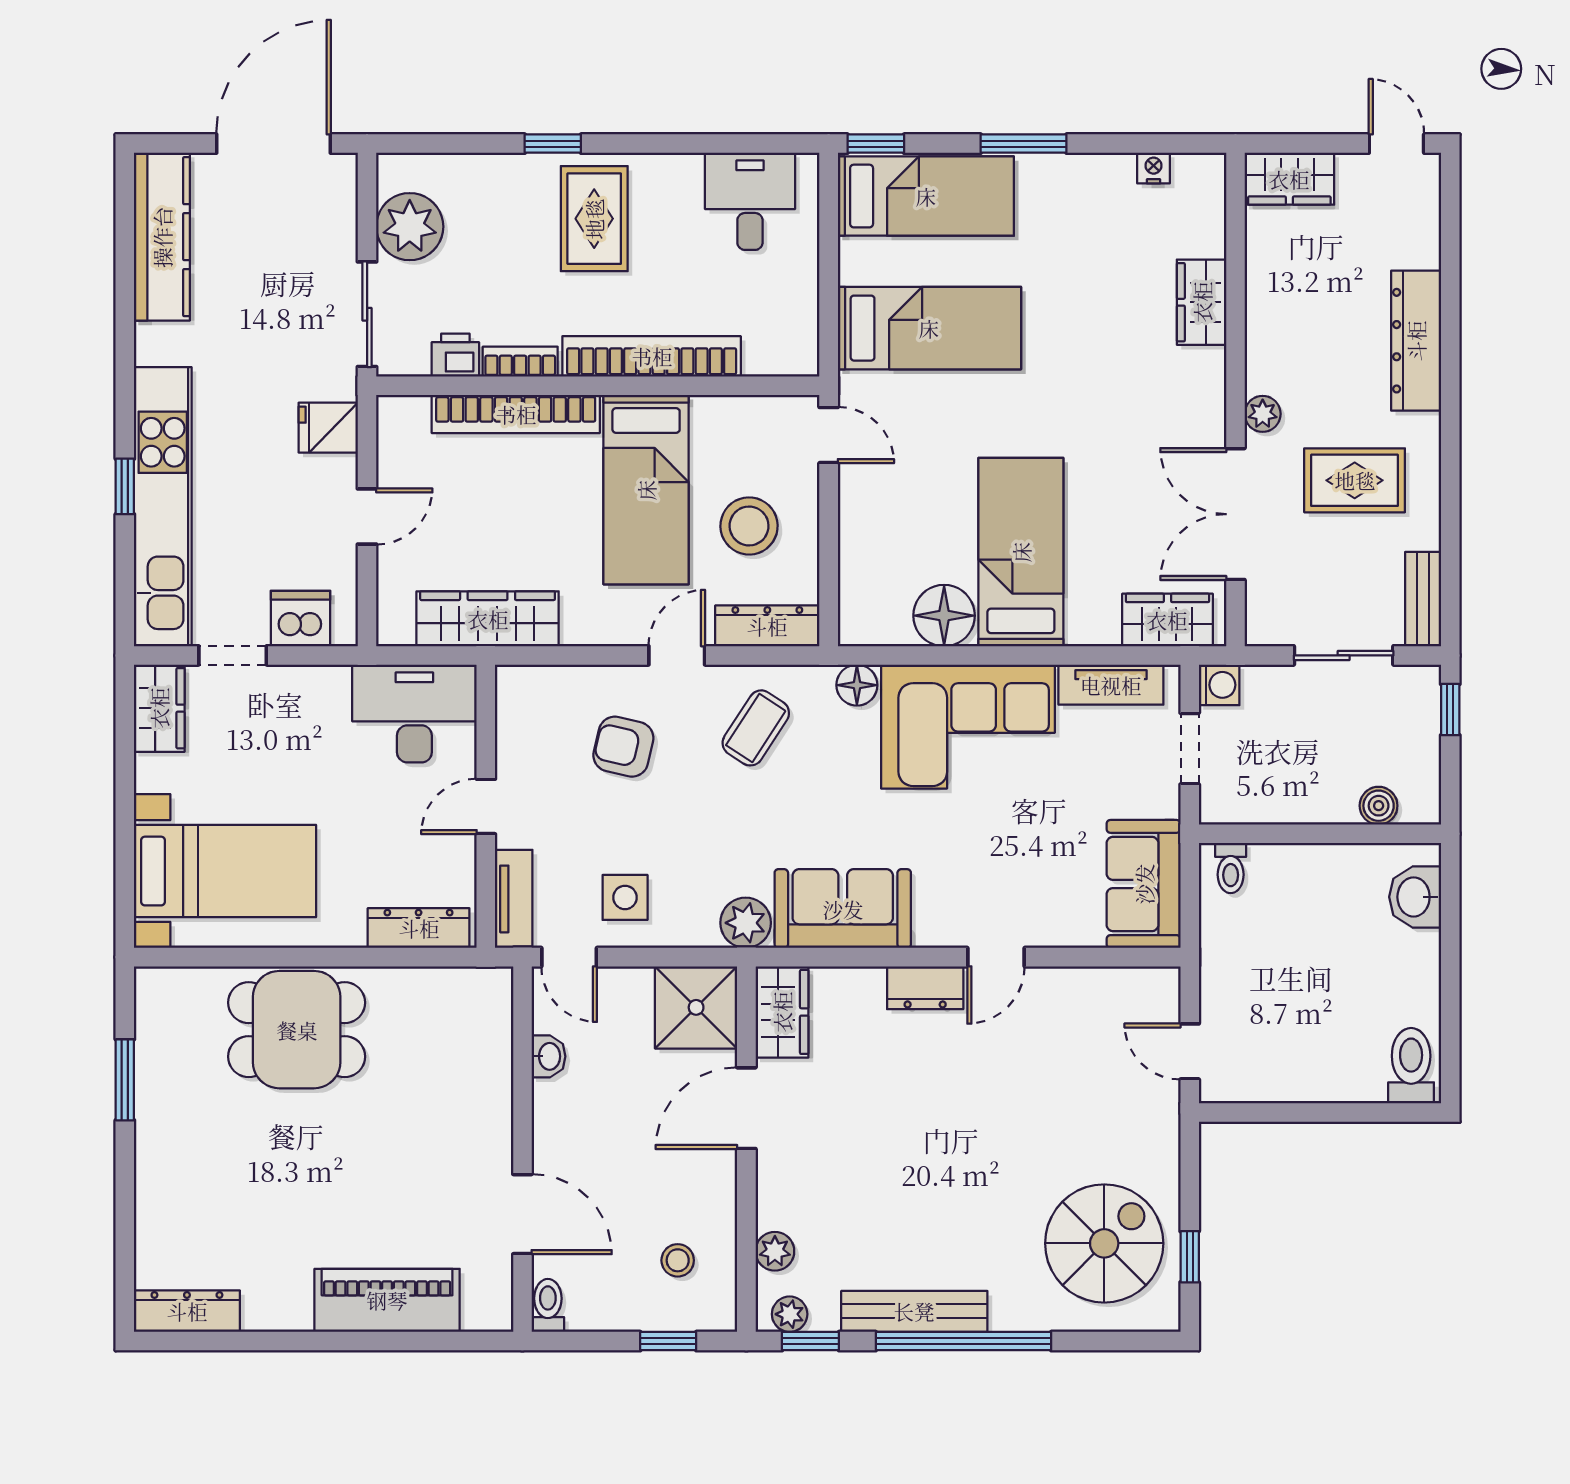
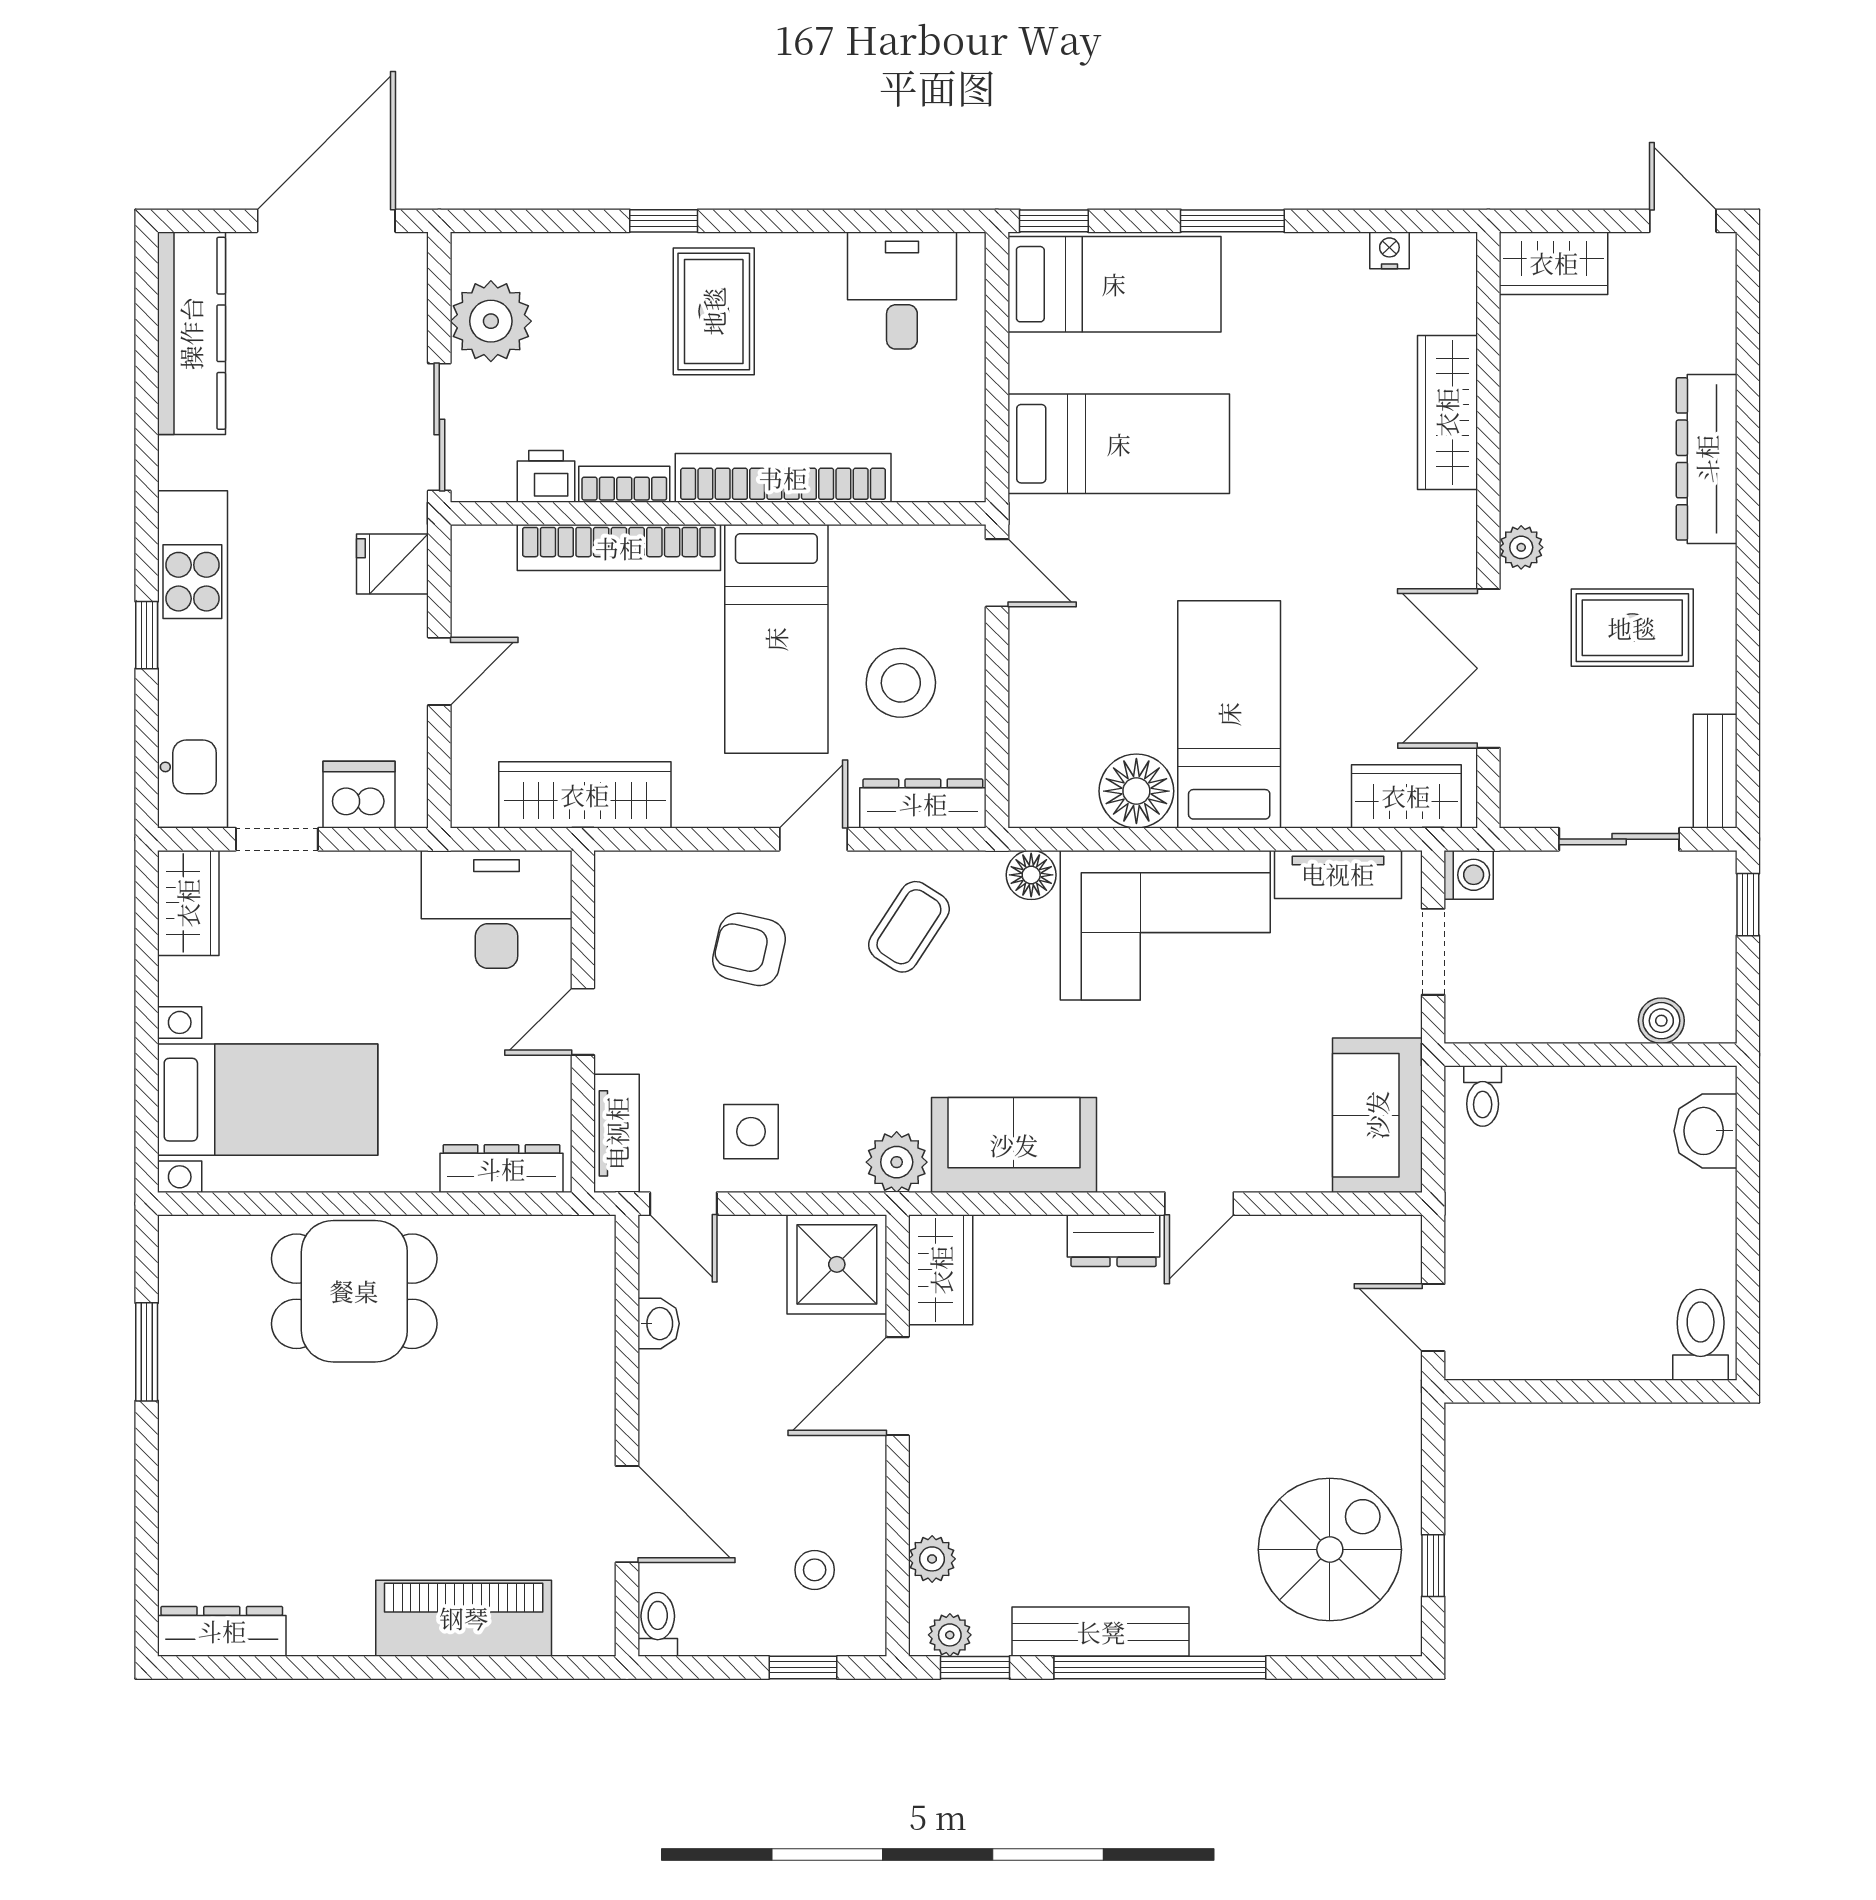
wardrobe: (1202, 302) -> (1447, 412), width x1.50

